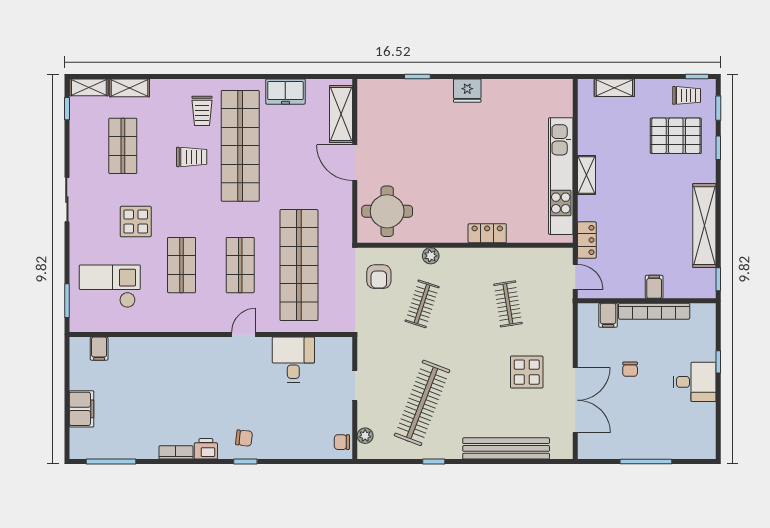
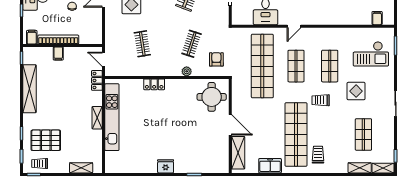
trolley: (192, 157) -> (321, 100), moved
filing cabinet: (608, 315) -> (32, 37), moved

